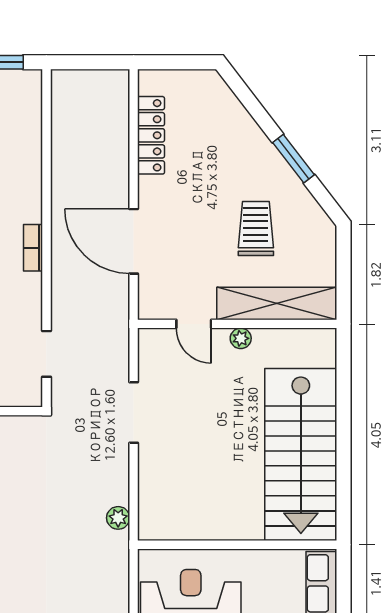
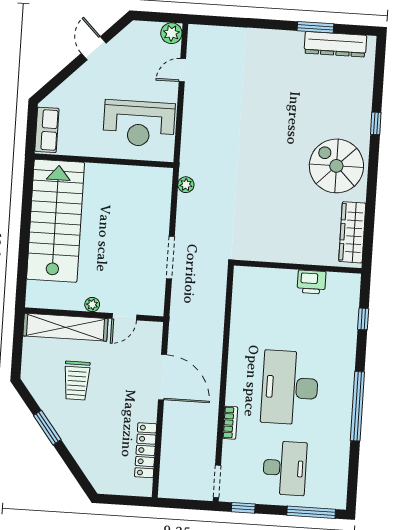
bookcase: (33, 248) -> (230, 423), moved
door: (194, 324) -> (124, 317), swing flipped
doorway: (46, 354) -> (217, 481), moved

